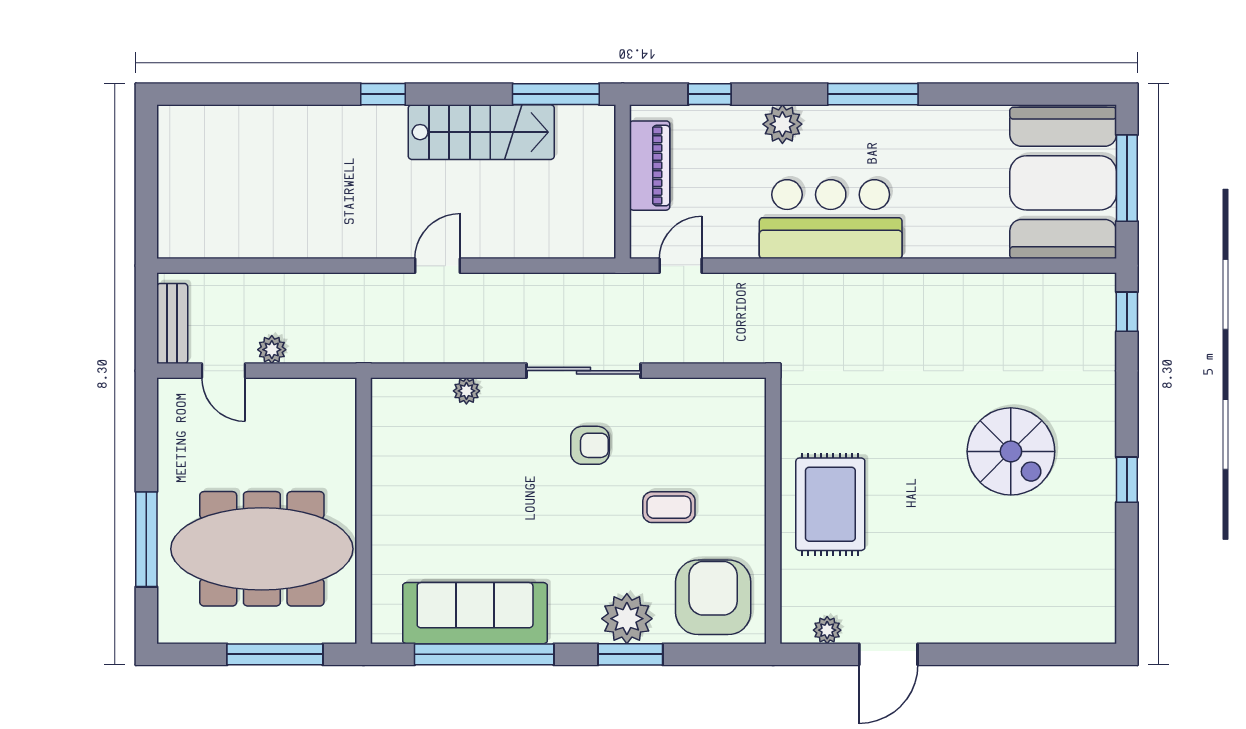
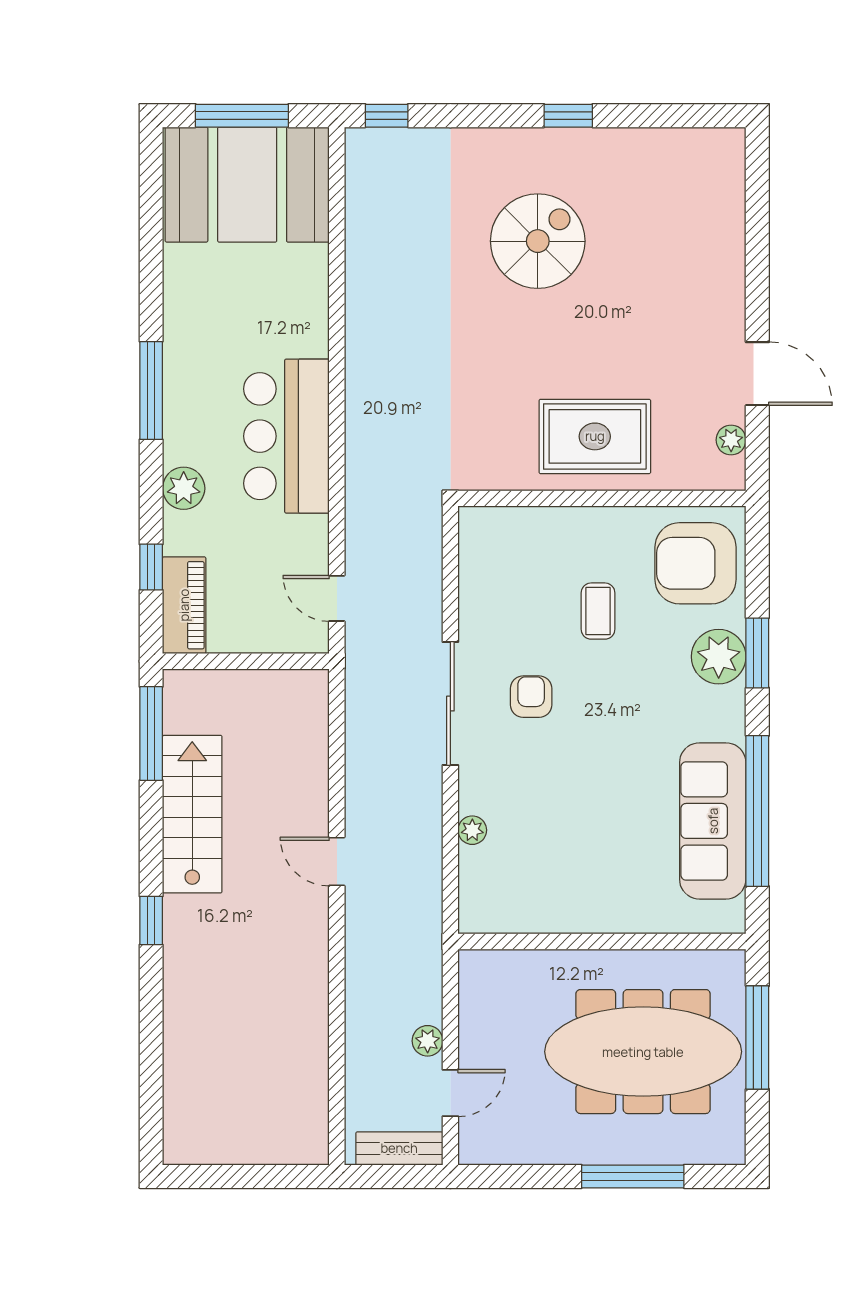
piano: (650, 166) -> (184, 605), moved, turned 90
meeting table: (262, 549) -> (643, 1052), turned 90

